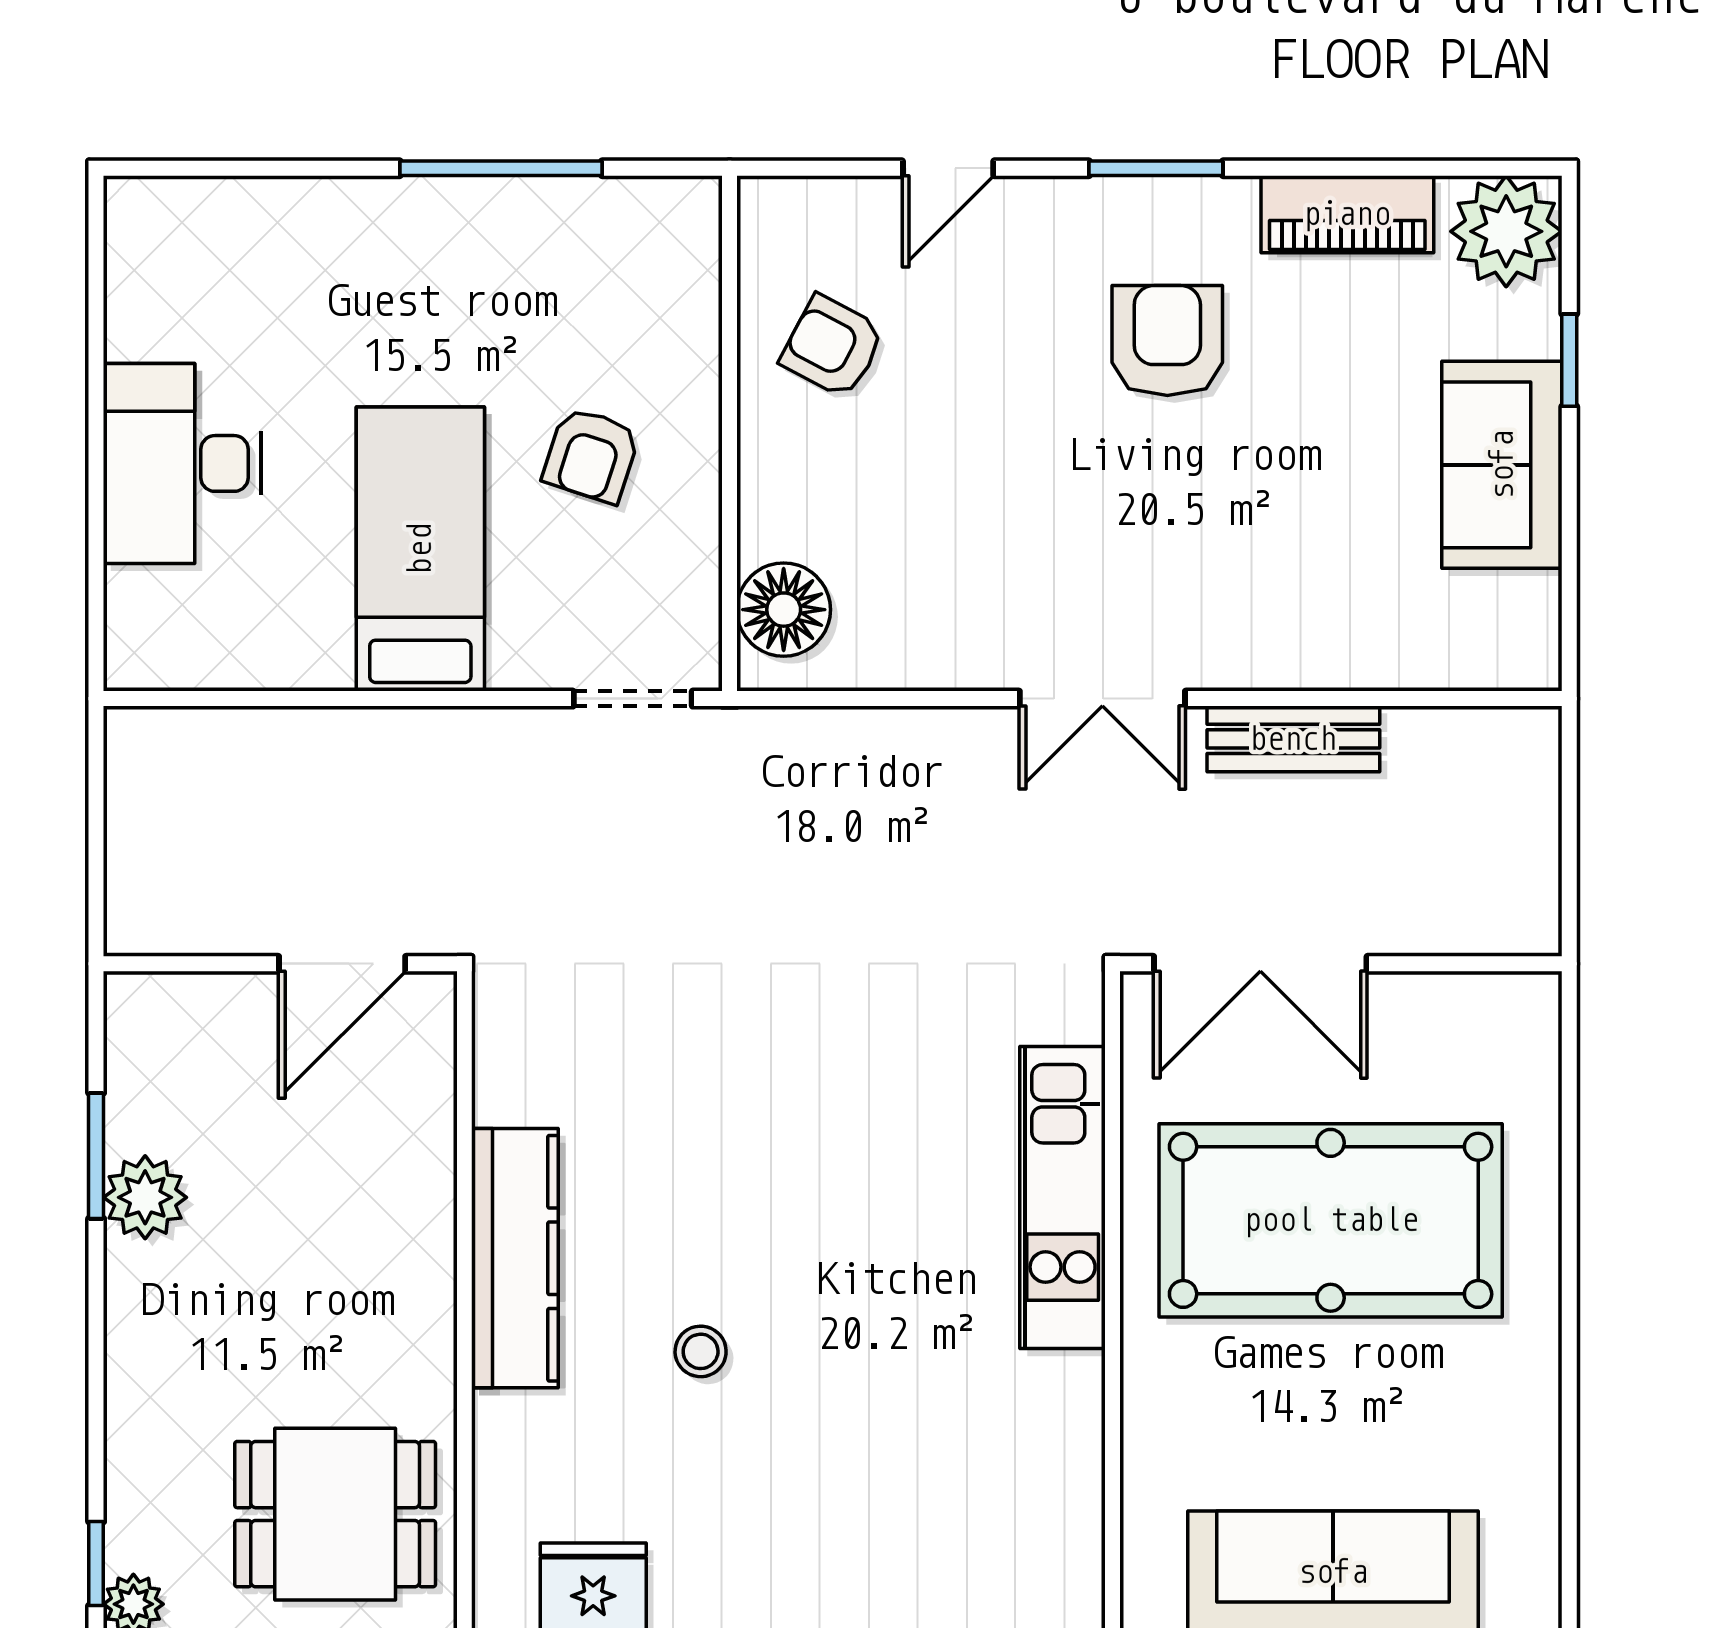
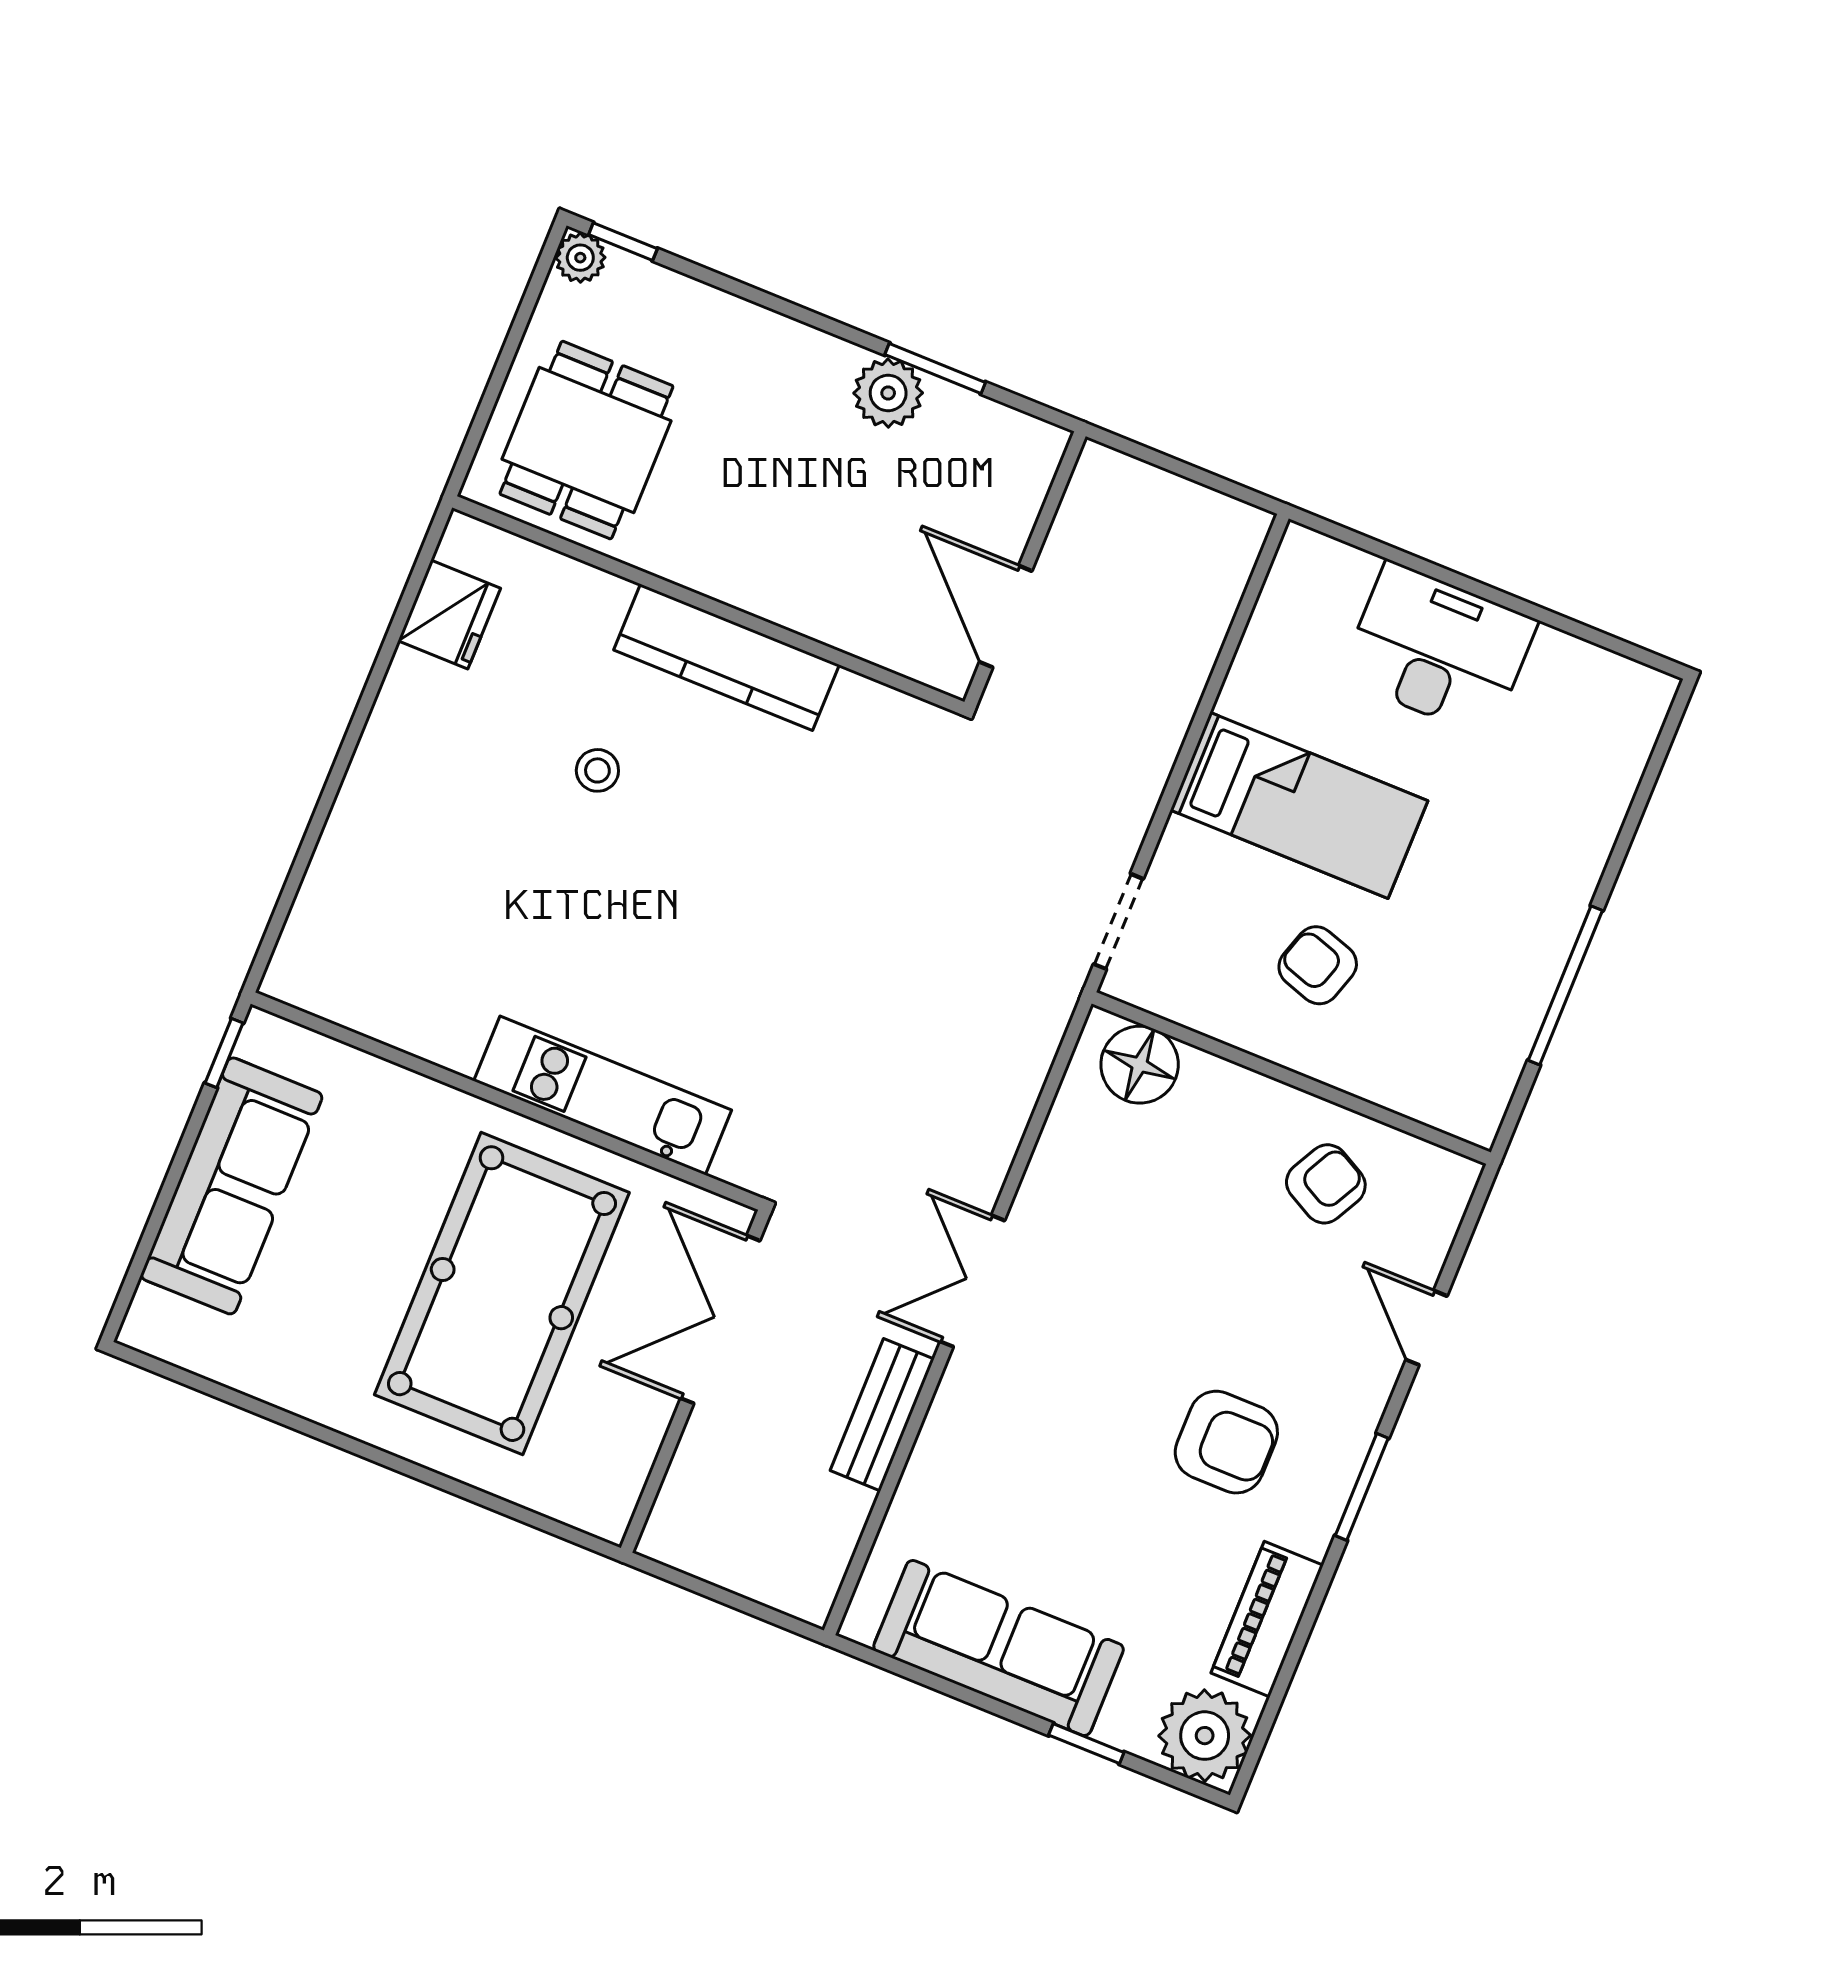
sofa: (1502, 465) -> (999, 1648), width x1.36

